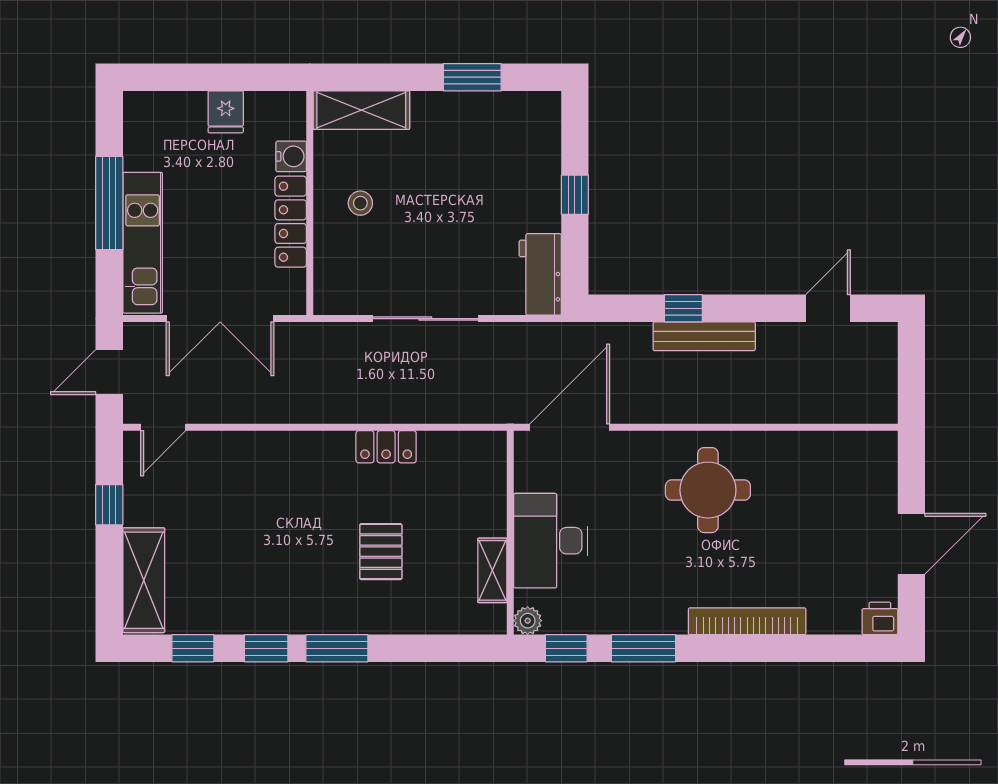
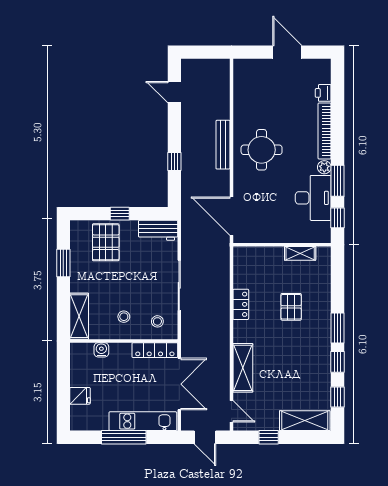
fridge: (226, 112) -> (80, 396), moved
pallet: (515, 165) -> (106, 242), added
locker: (291, 222) -> (155, 350), moved
stool: (350, 273) -> (157, 321), added
bench: (704, 336) -> (223, 145), moved
shelving: (254, 451) -> (243, 368), added
desk: (551, 541) -> (313, 198), moved, turned -90
pallet: (381, 552) -> (291, 307), turned 90
printer: (880, 618) -> (323, 93), moved
plant: (528, 621) -> (324, 167), moved

